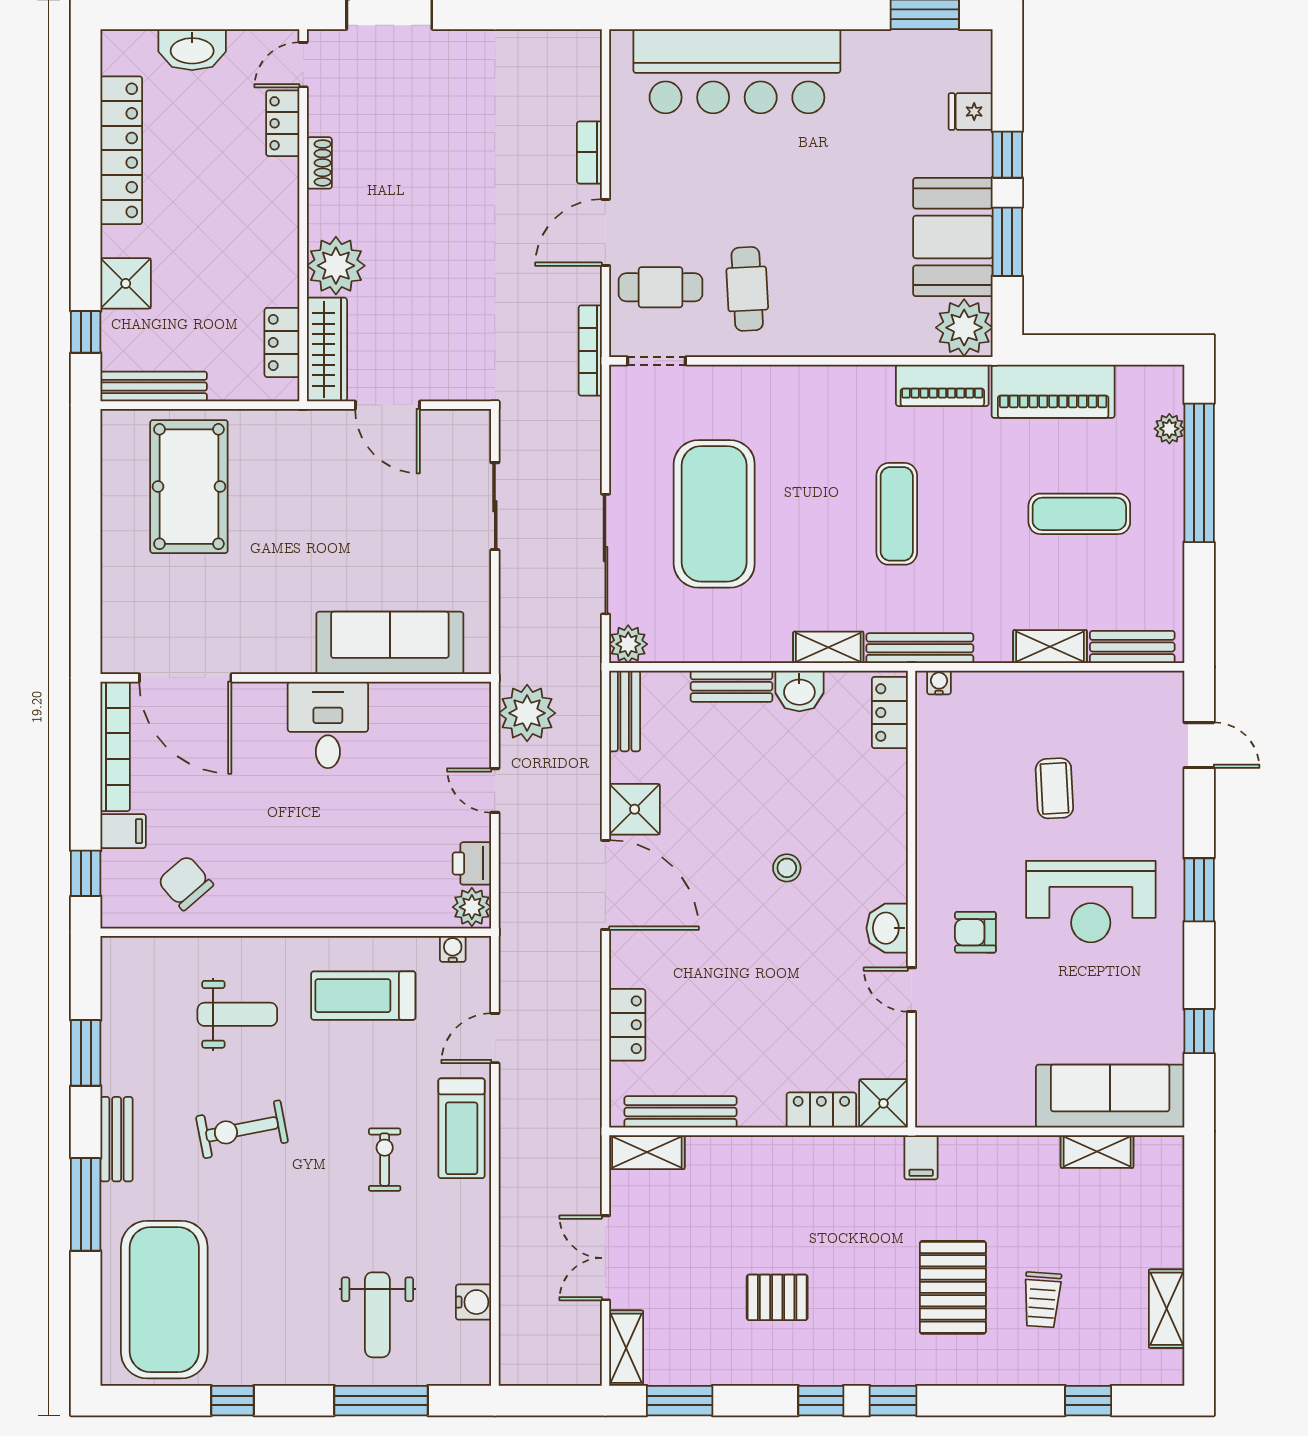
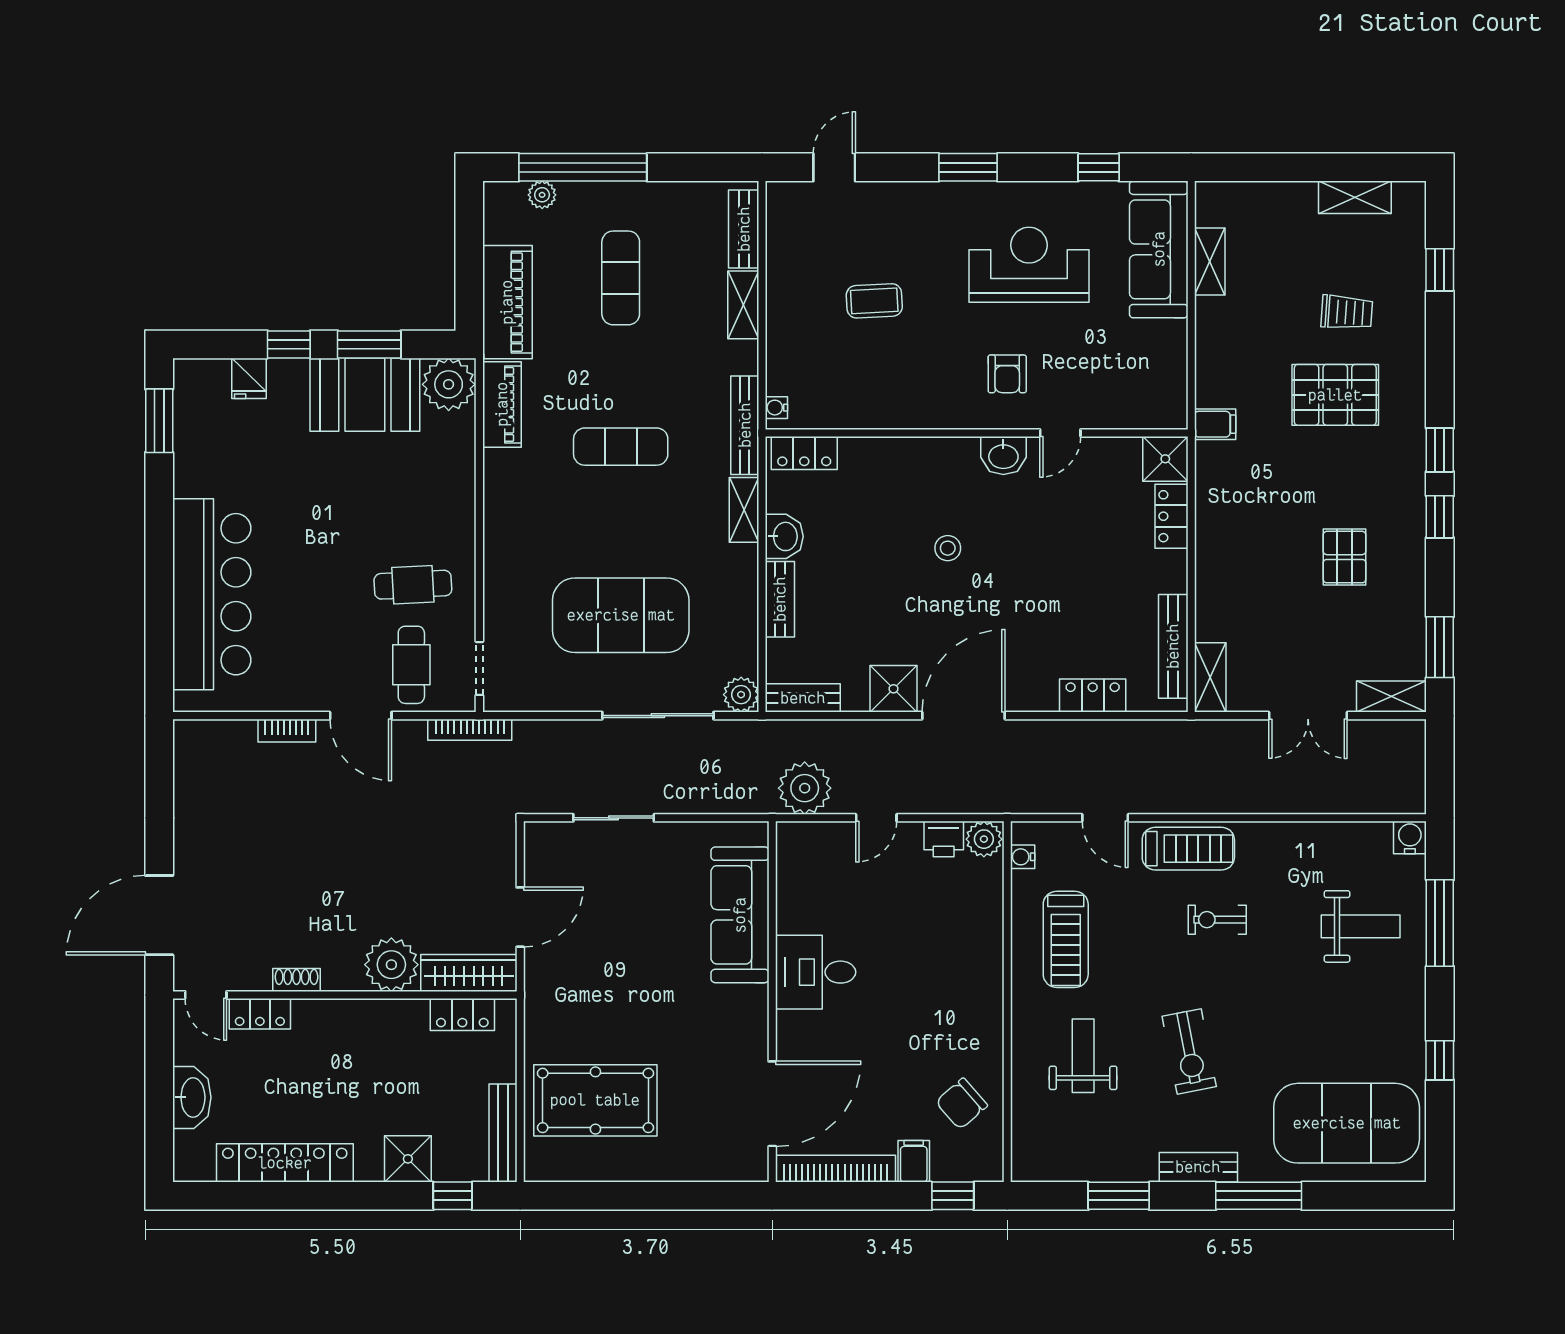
reception desk: (1091, 902) -> (1029, 265), moved, turned -90
water cooler: (474, 1302) -> (1410, 838), moved

